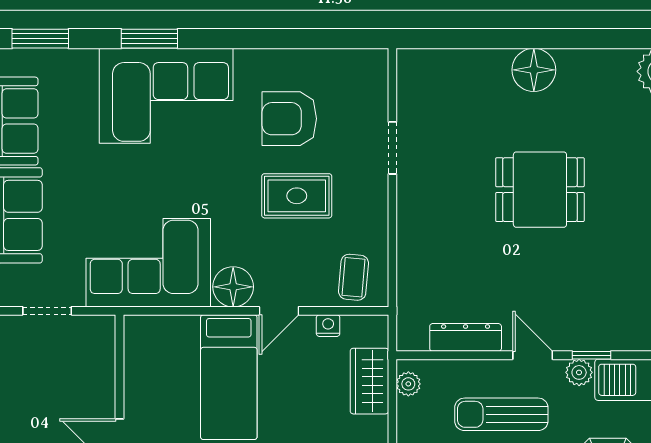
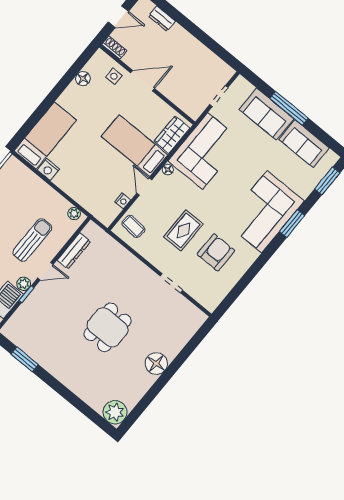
floor lamp: (233, 287) -> (168, 170), width x0.53, depth x0.53
wardrobe: (369, 381) -> (172, 135), moved, turned -90

